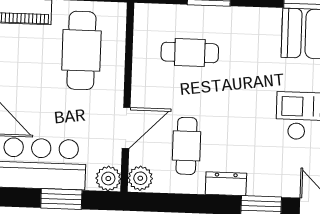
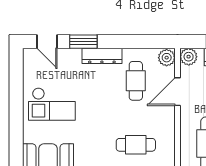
dresser: (226, 184) -> (102, 56), width x1.44

